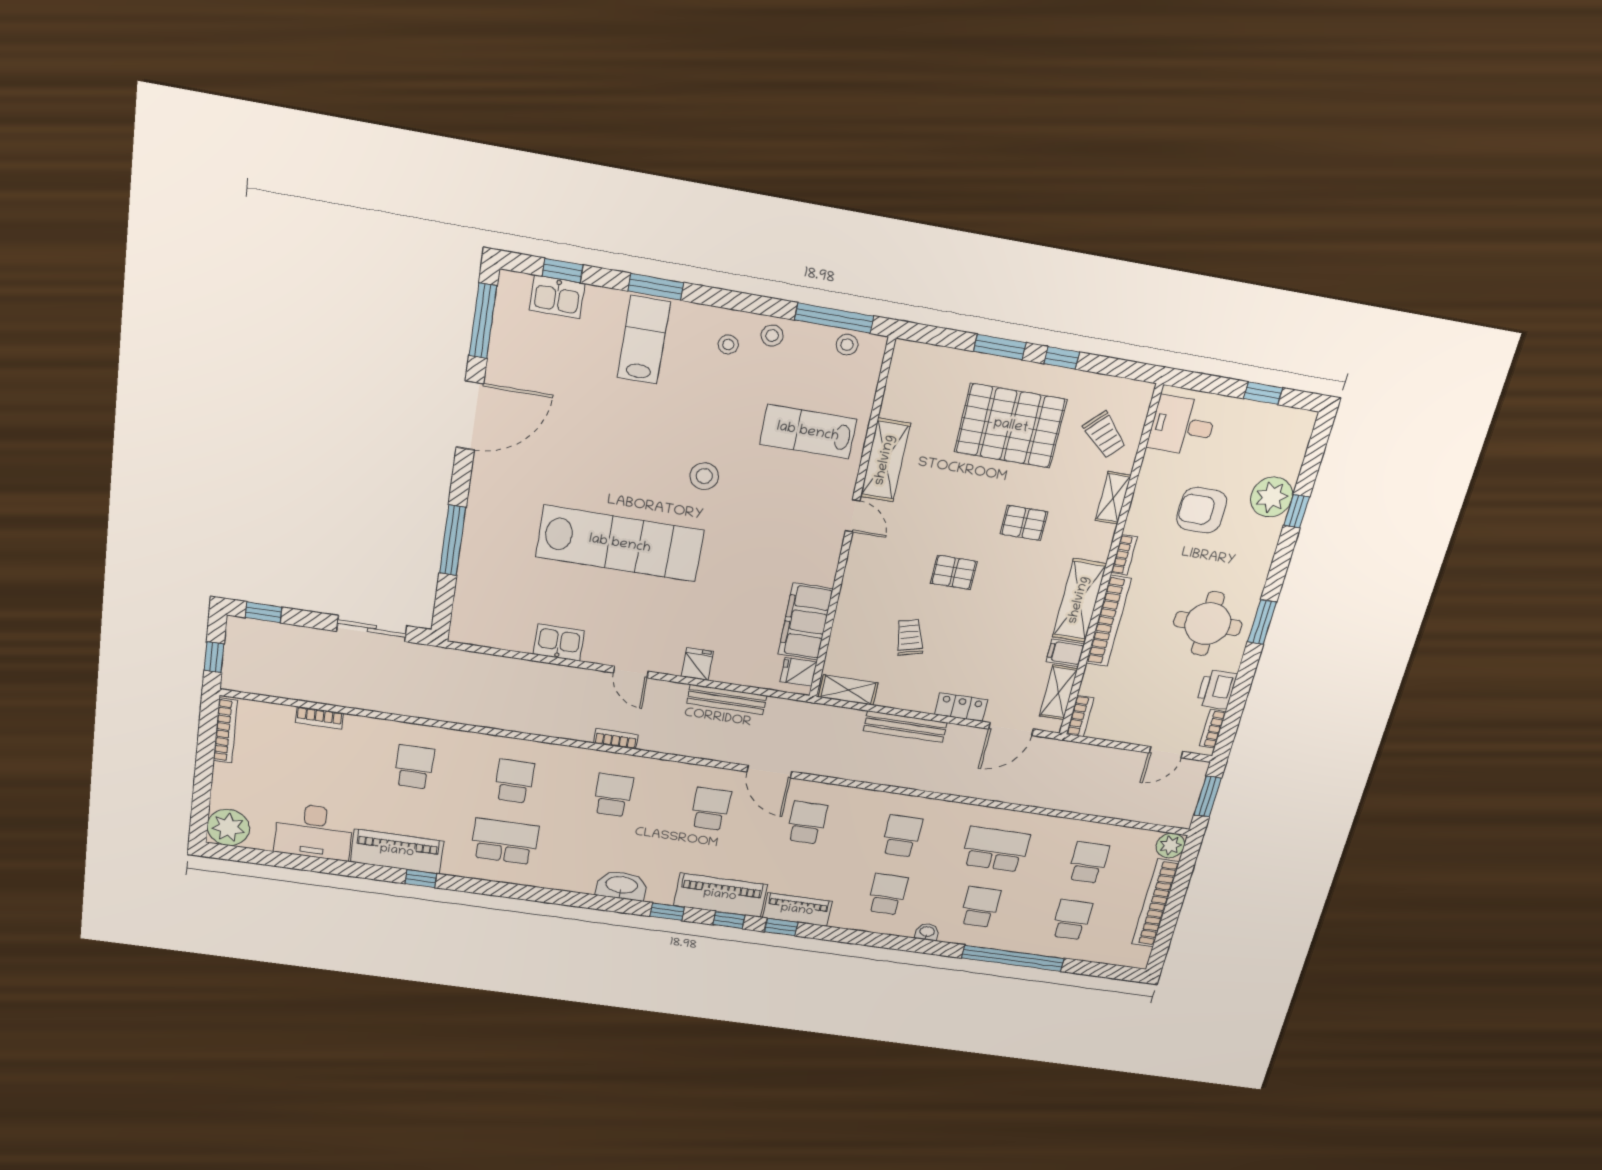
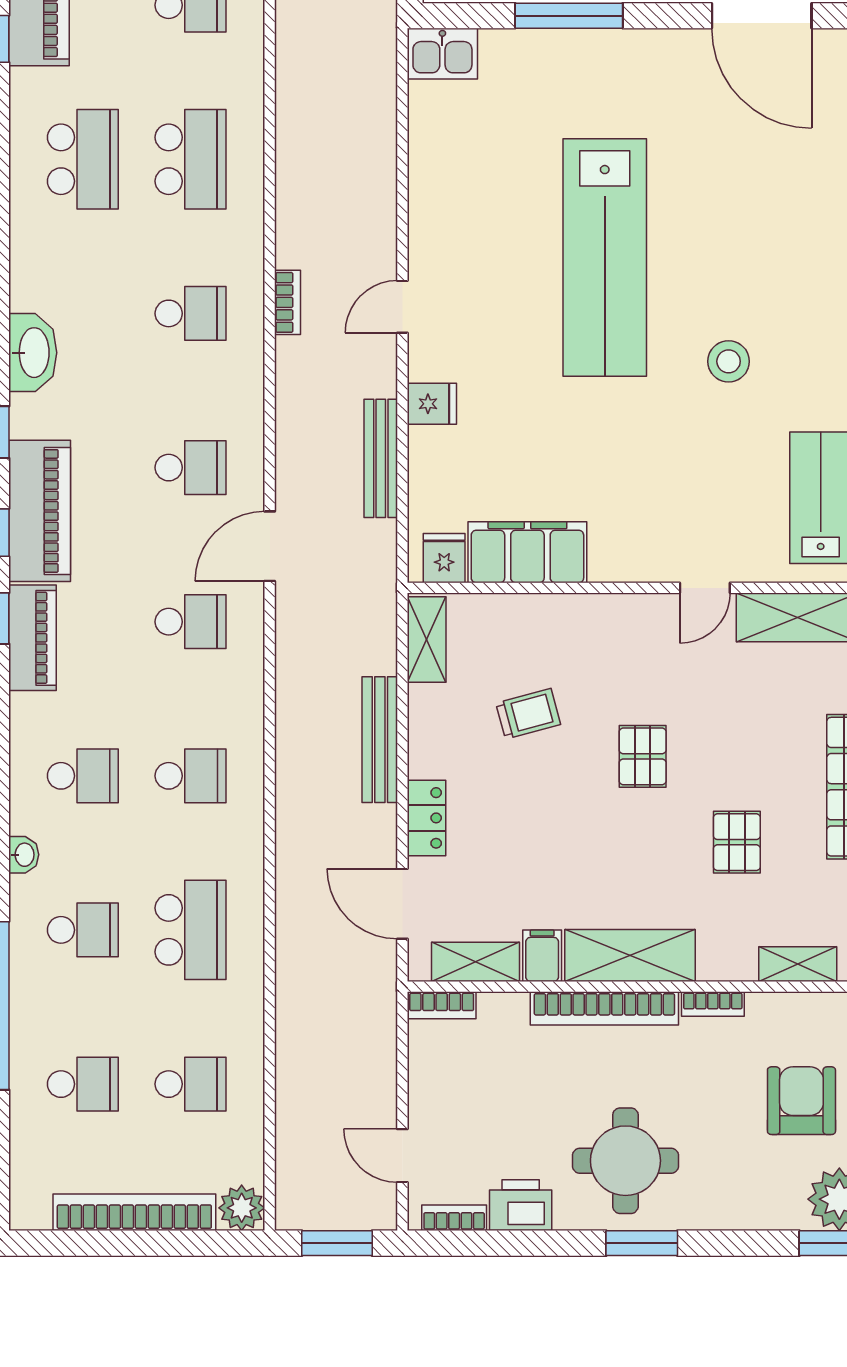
kitchen sink: (559, 643) -> (442, 54), moved, turned 90
school desk: (514, 781) -> (191, 159), width x1.85

